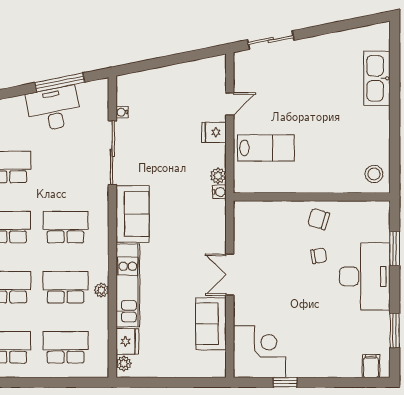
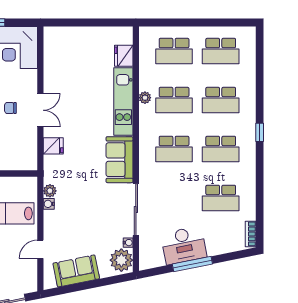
window: (60, 82) -> (192, 264), moved
fridge: (214, 132) -> (53, 146), moved
water cooler: (219, 192) -> (49, 204), moved
chair: (266, 277) -> (10, 108), added
sofa: (211, 324) -> (76, 271), moved, turned -101
plant: (124, 364) -> (121, 260), moved, width x1.88, depth x1.88

